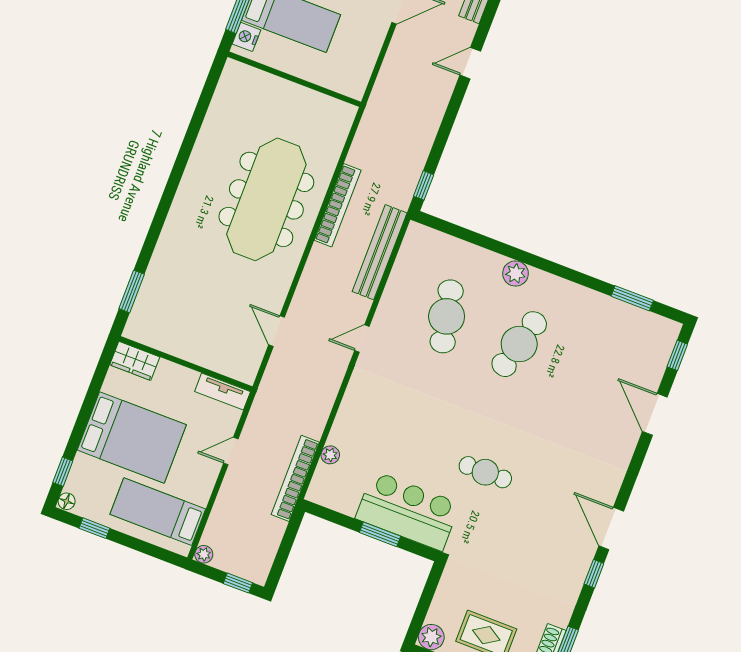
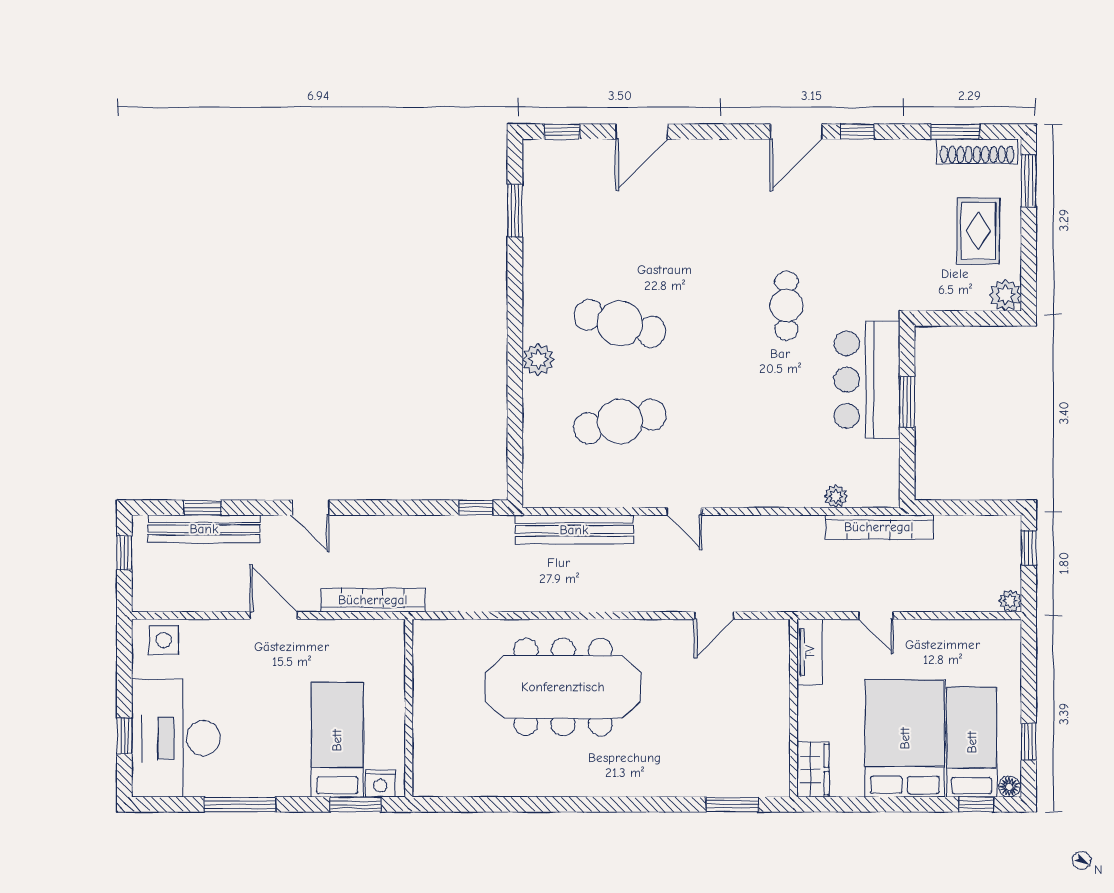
bookcase: (338, 205) -> (373, 600), moved
bed: (158, 512) -> (972, 742), moved, turned 180

